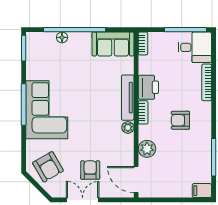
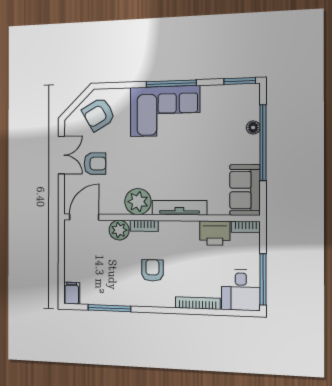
printer: (148, 87) -> (215, 233), moved
bookcase: (143, 112) -> (144, 226), moved
plant: (128, 127) -> (138, 202), width x1.88, depth x1.88

